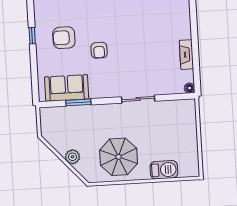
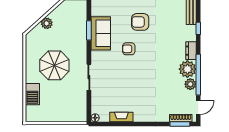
armchair: (64, 38) -> (140, 22), turned -90
sofa: (67, 88) -> (101, 33), moved
parasol: (119, 157) -> (54, 65), moved

